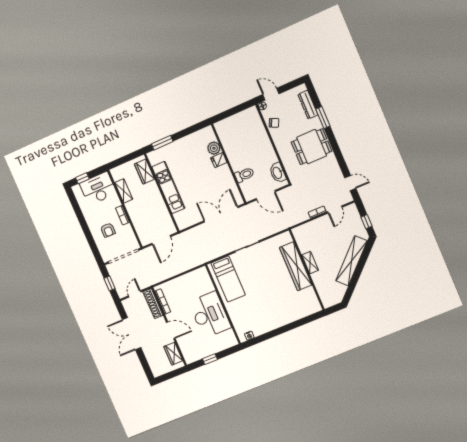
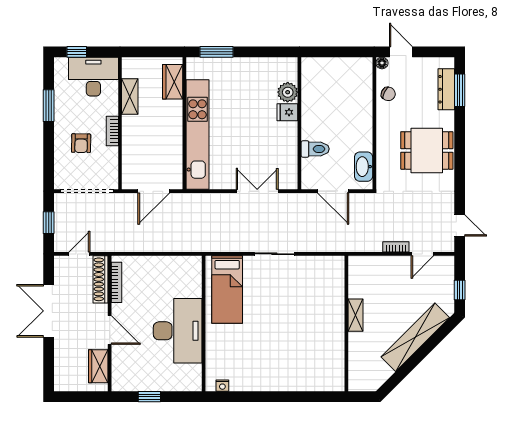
window: (323, 118) -> (460, 90), moved
kitchen unit: (168, 188) -> (198, 134), width x1.36
double door: (221, 214) -> (257, 191), width x0.73
window: (80, 216) -> (49, 106), added
wardrobe: (296, 266) -> (333, 312), removed

